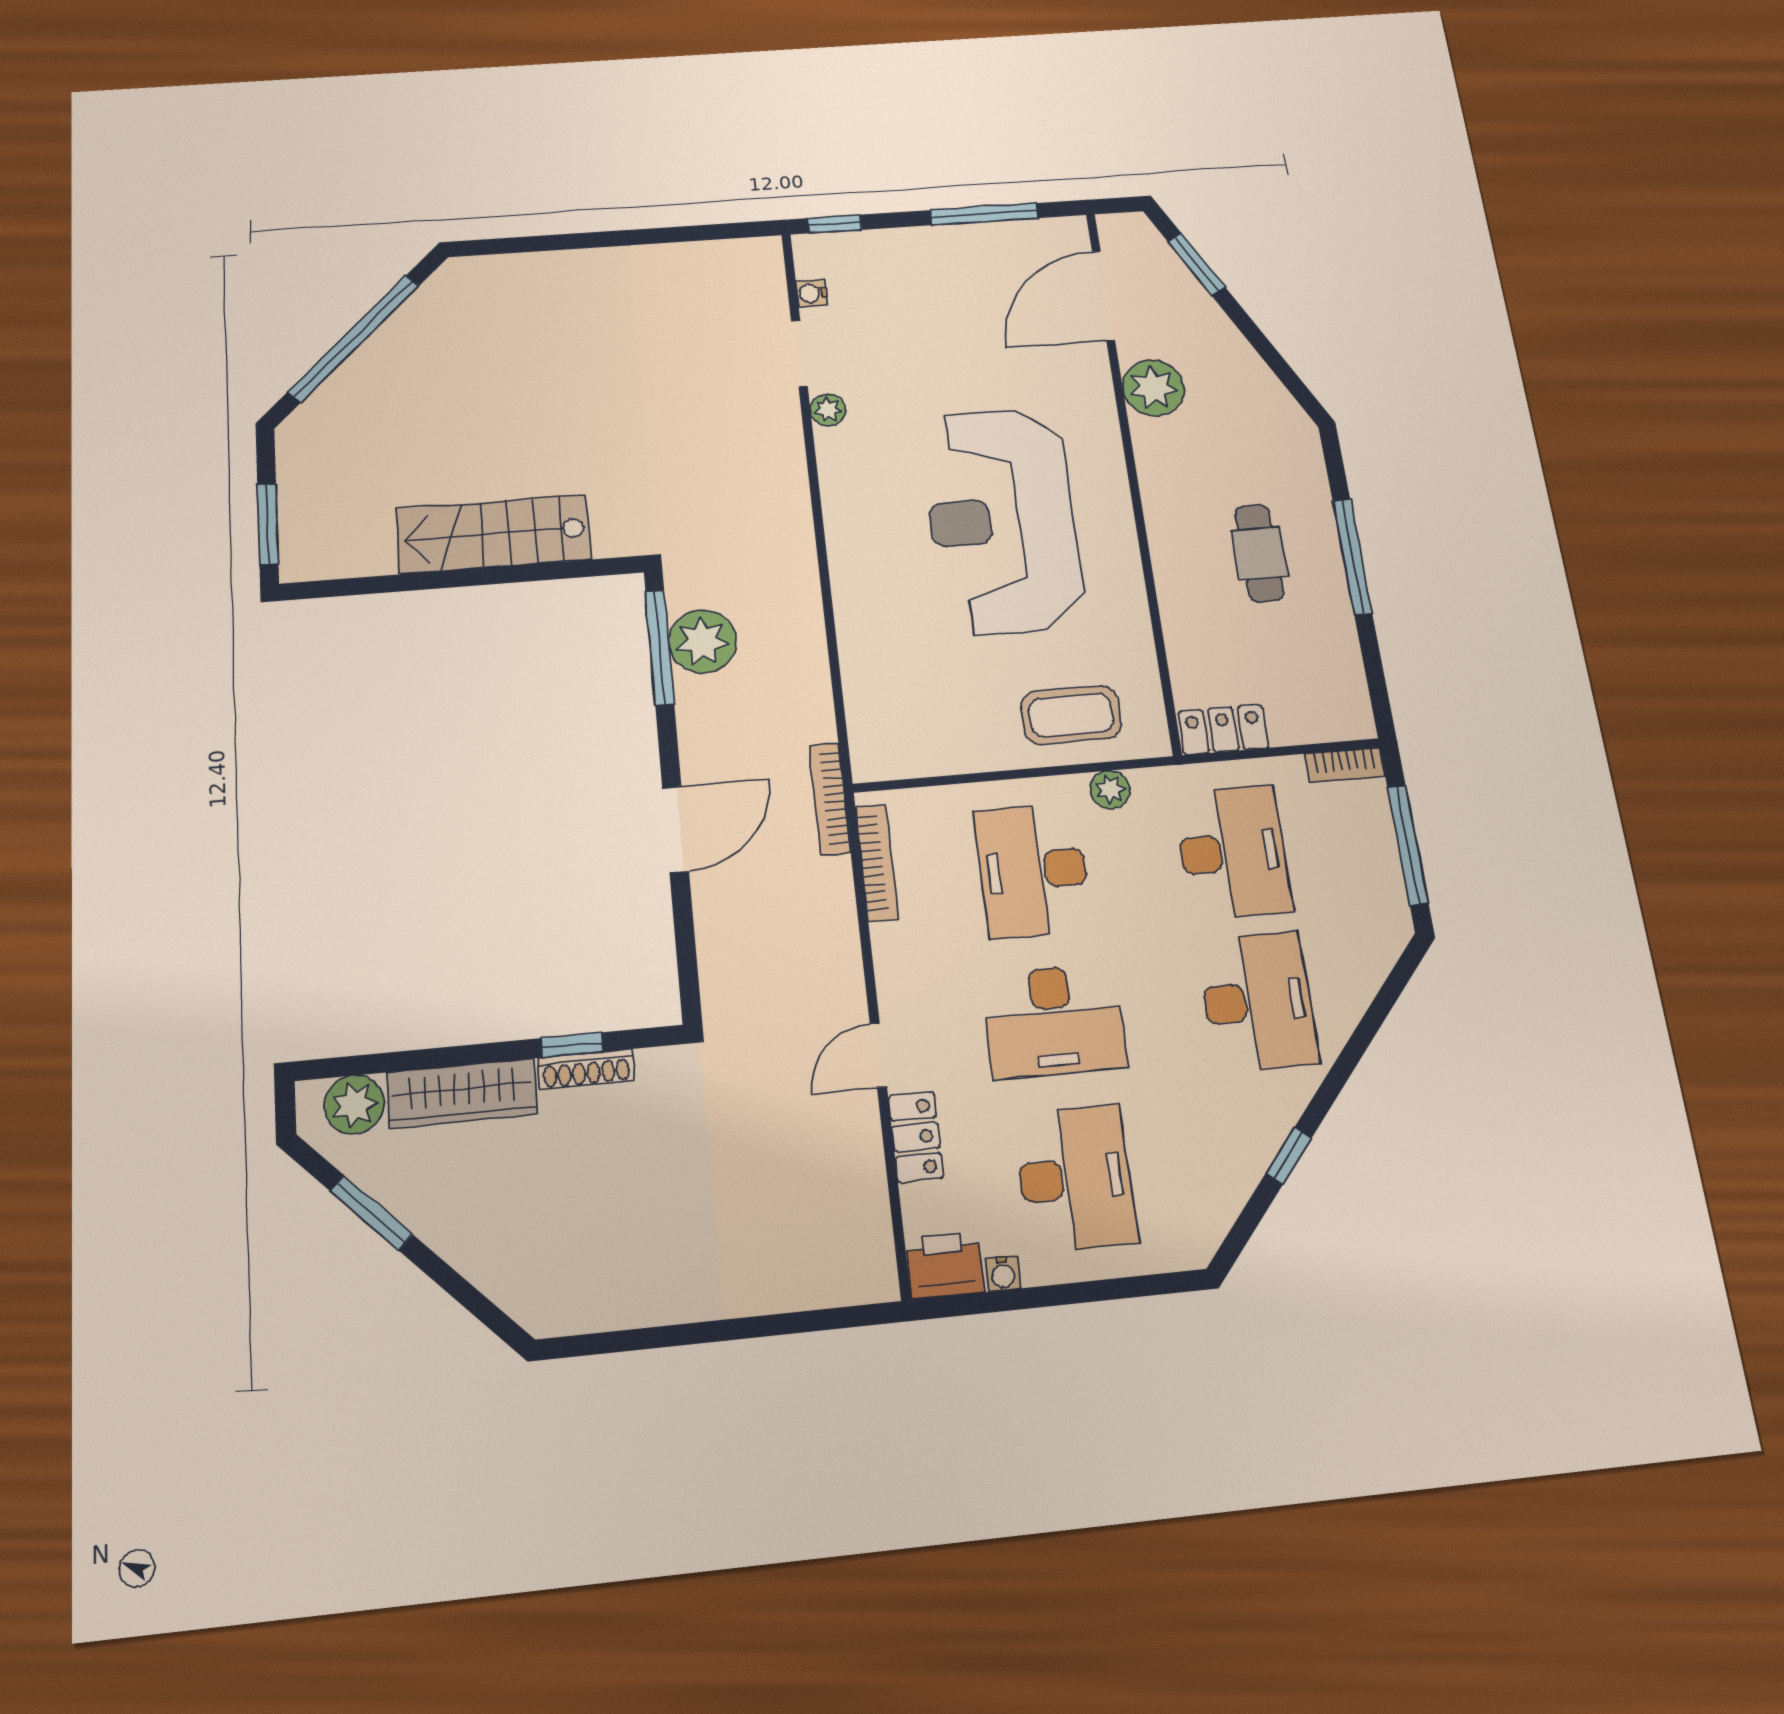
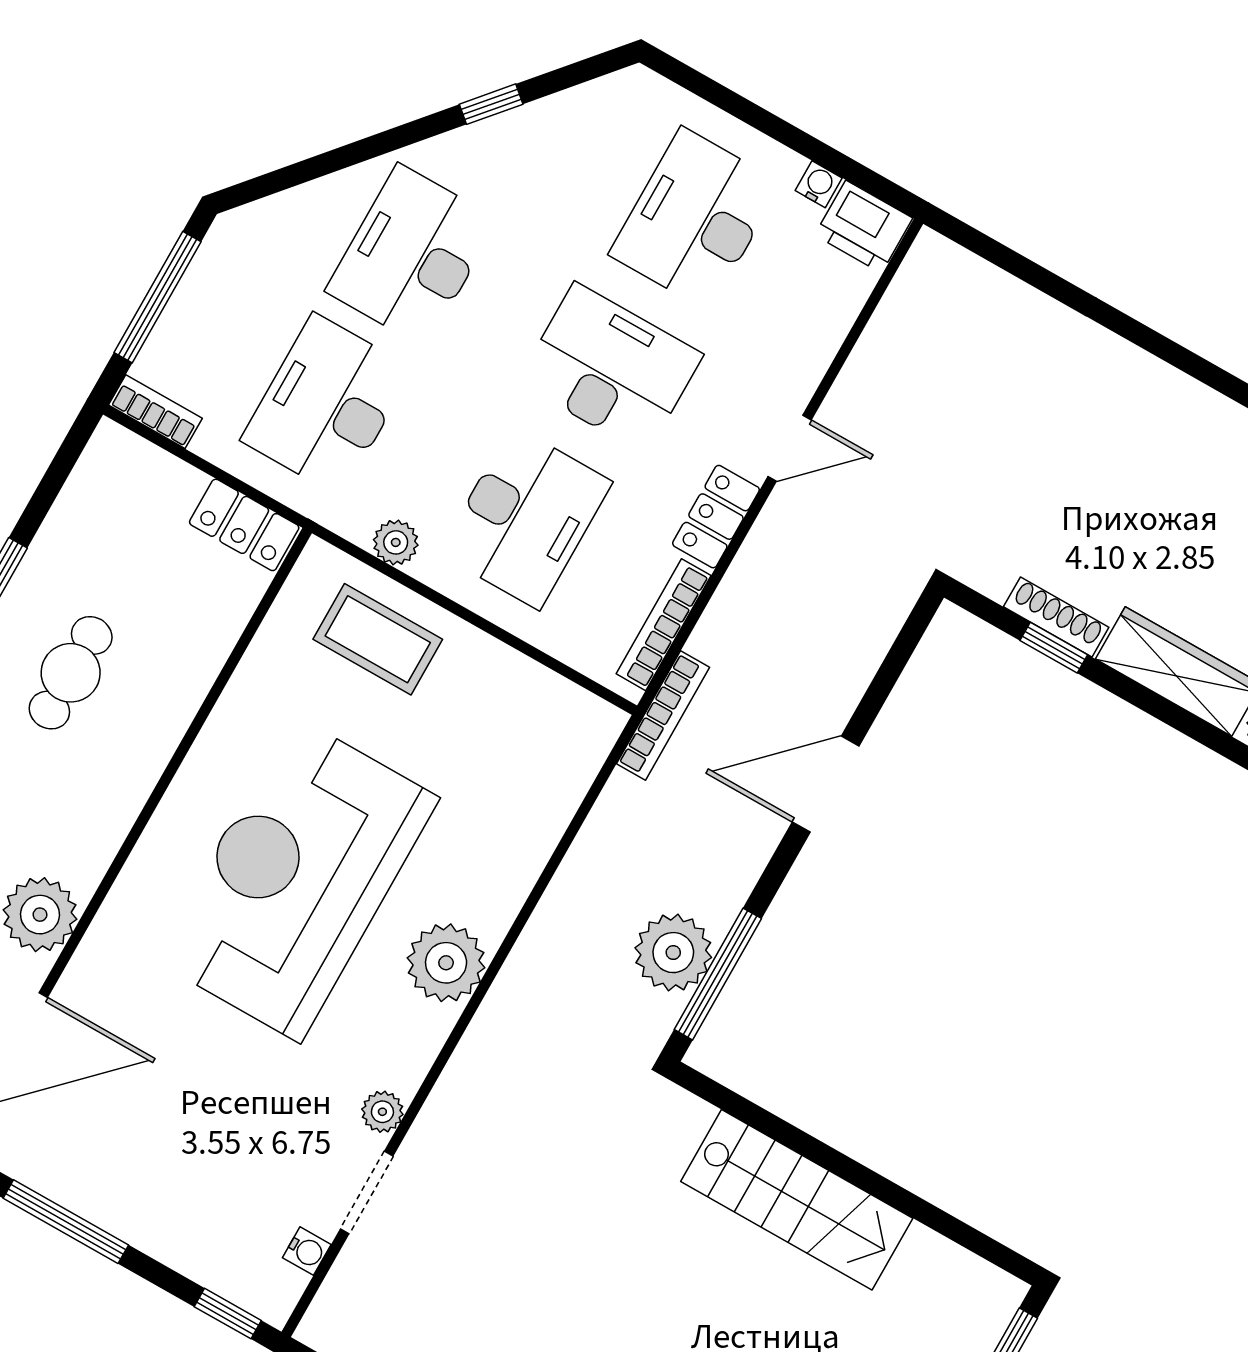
reception desk: (1002, 520) -> (296, 879), turned 180
plant: (858, 532) -> (446, 963), added
locker: (916, 1137) -> (716, 517), moved

